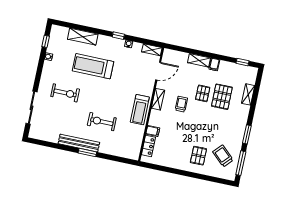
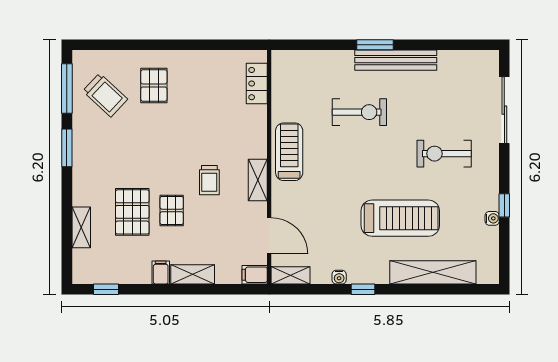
shelving: (83, 37) -> (433, 272), width x1.47
window: (46, 41) -> (504, 205), moved
door: (158, 71) -> (269, 236), swing flipped
filing cabinet: (153, 131) -> (255, 275), moved

